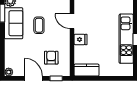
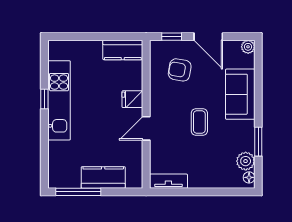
door: (72, 21) -> (146, 128), swing flipped
sofa: (14, 23) -> (240, 94), moved
armchair: (51, 58) -> (180, 70), turned 100

